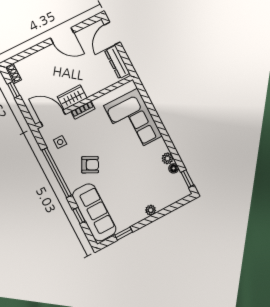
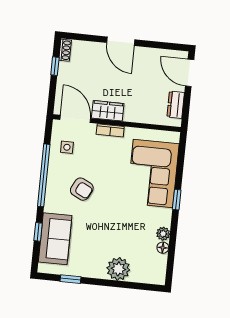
door: (112, 33) -> (190, 73), hinge flipped
door: (62, 35) -> (121, 41), moved
dresser: (117, 62) -> (176, 105), width x0.70
window: (187, 179) -> (177, 200), moved
plant: (151, 210) -> (118, 269), width x1.87, depth x1.87
sofa: (94, 212) -> (55, 239), width x0.73

